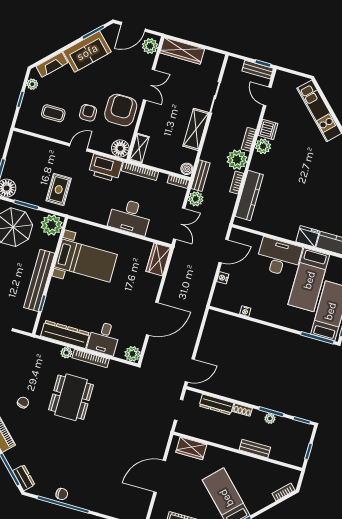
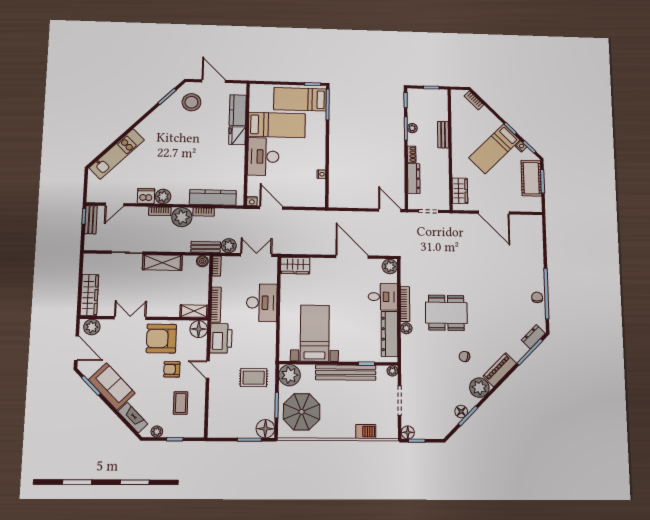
nightstand: (223, 278) -> (252, 201), moved
plant: (28, 327) -> (392, 371), added

